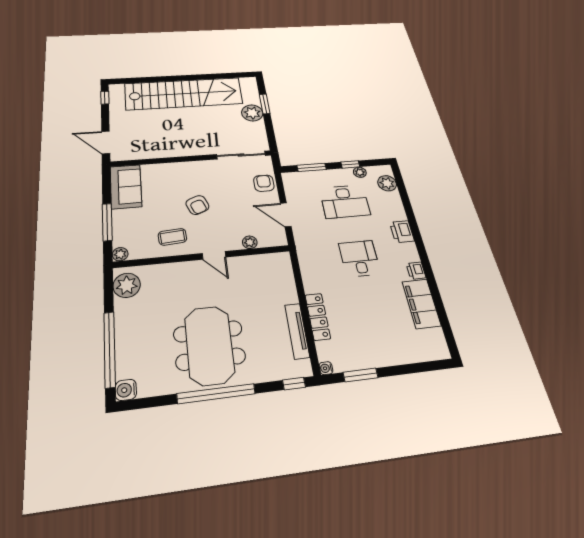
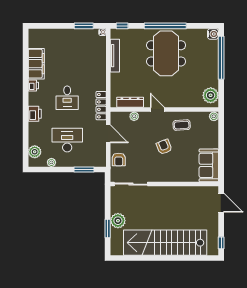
window: (350, 164) -> (57, 169), removed
window: (107, 222) -> (221, 140), removed
dresser: (260, 262) -> (130, 102), added
locker: (318, 317) -> (101, 106), moved

